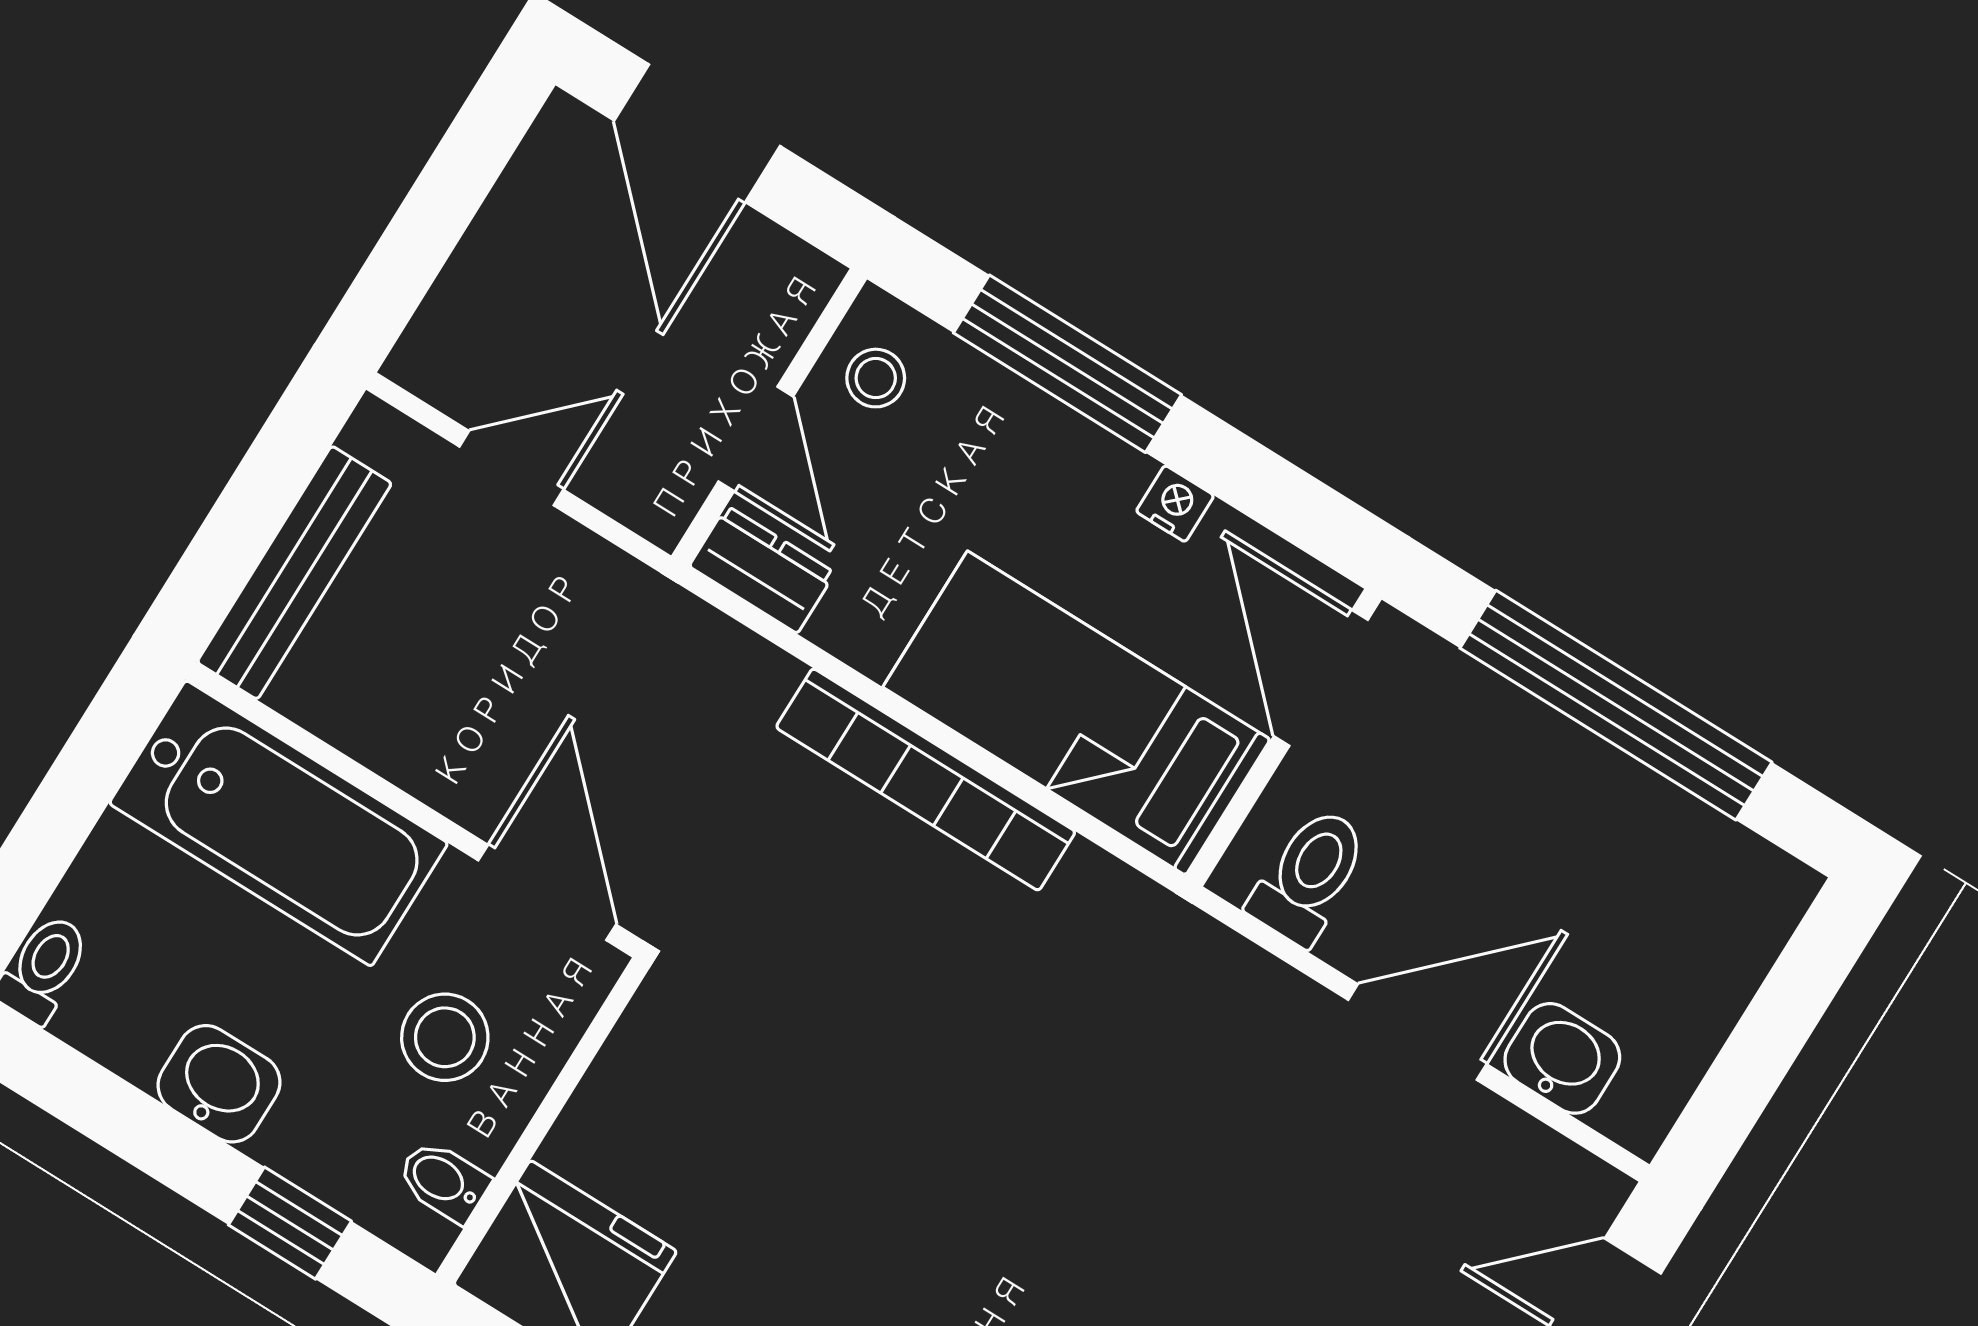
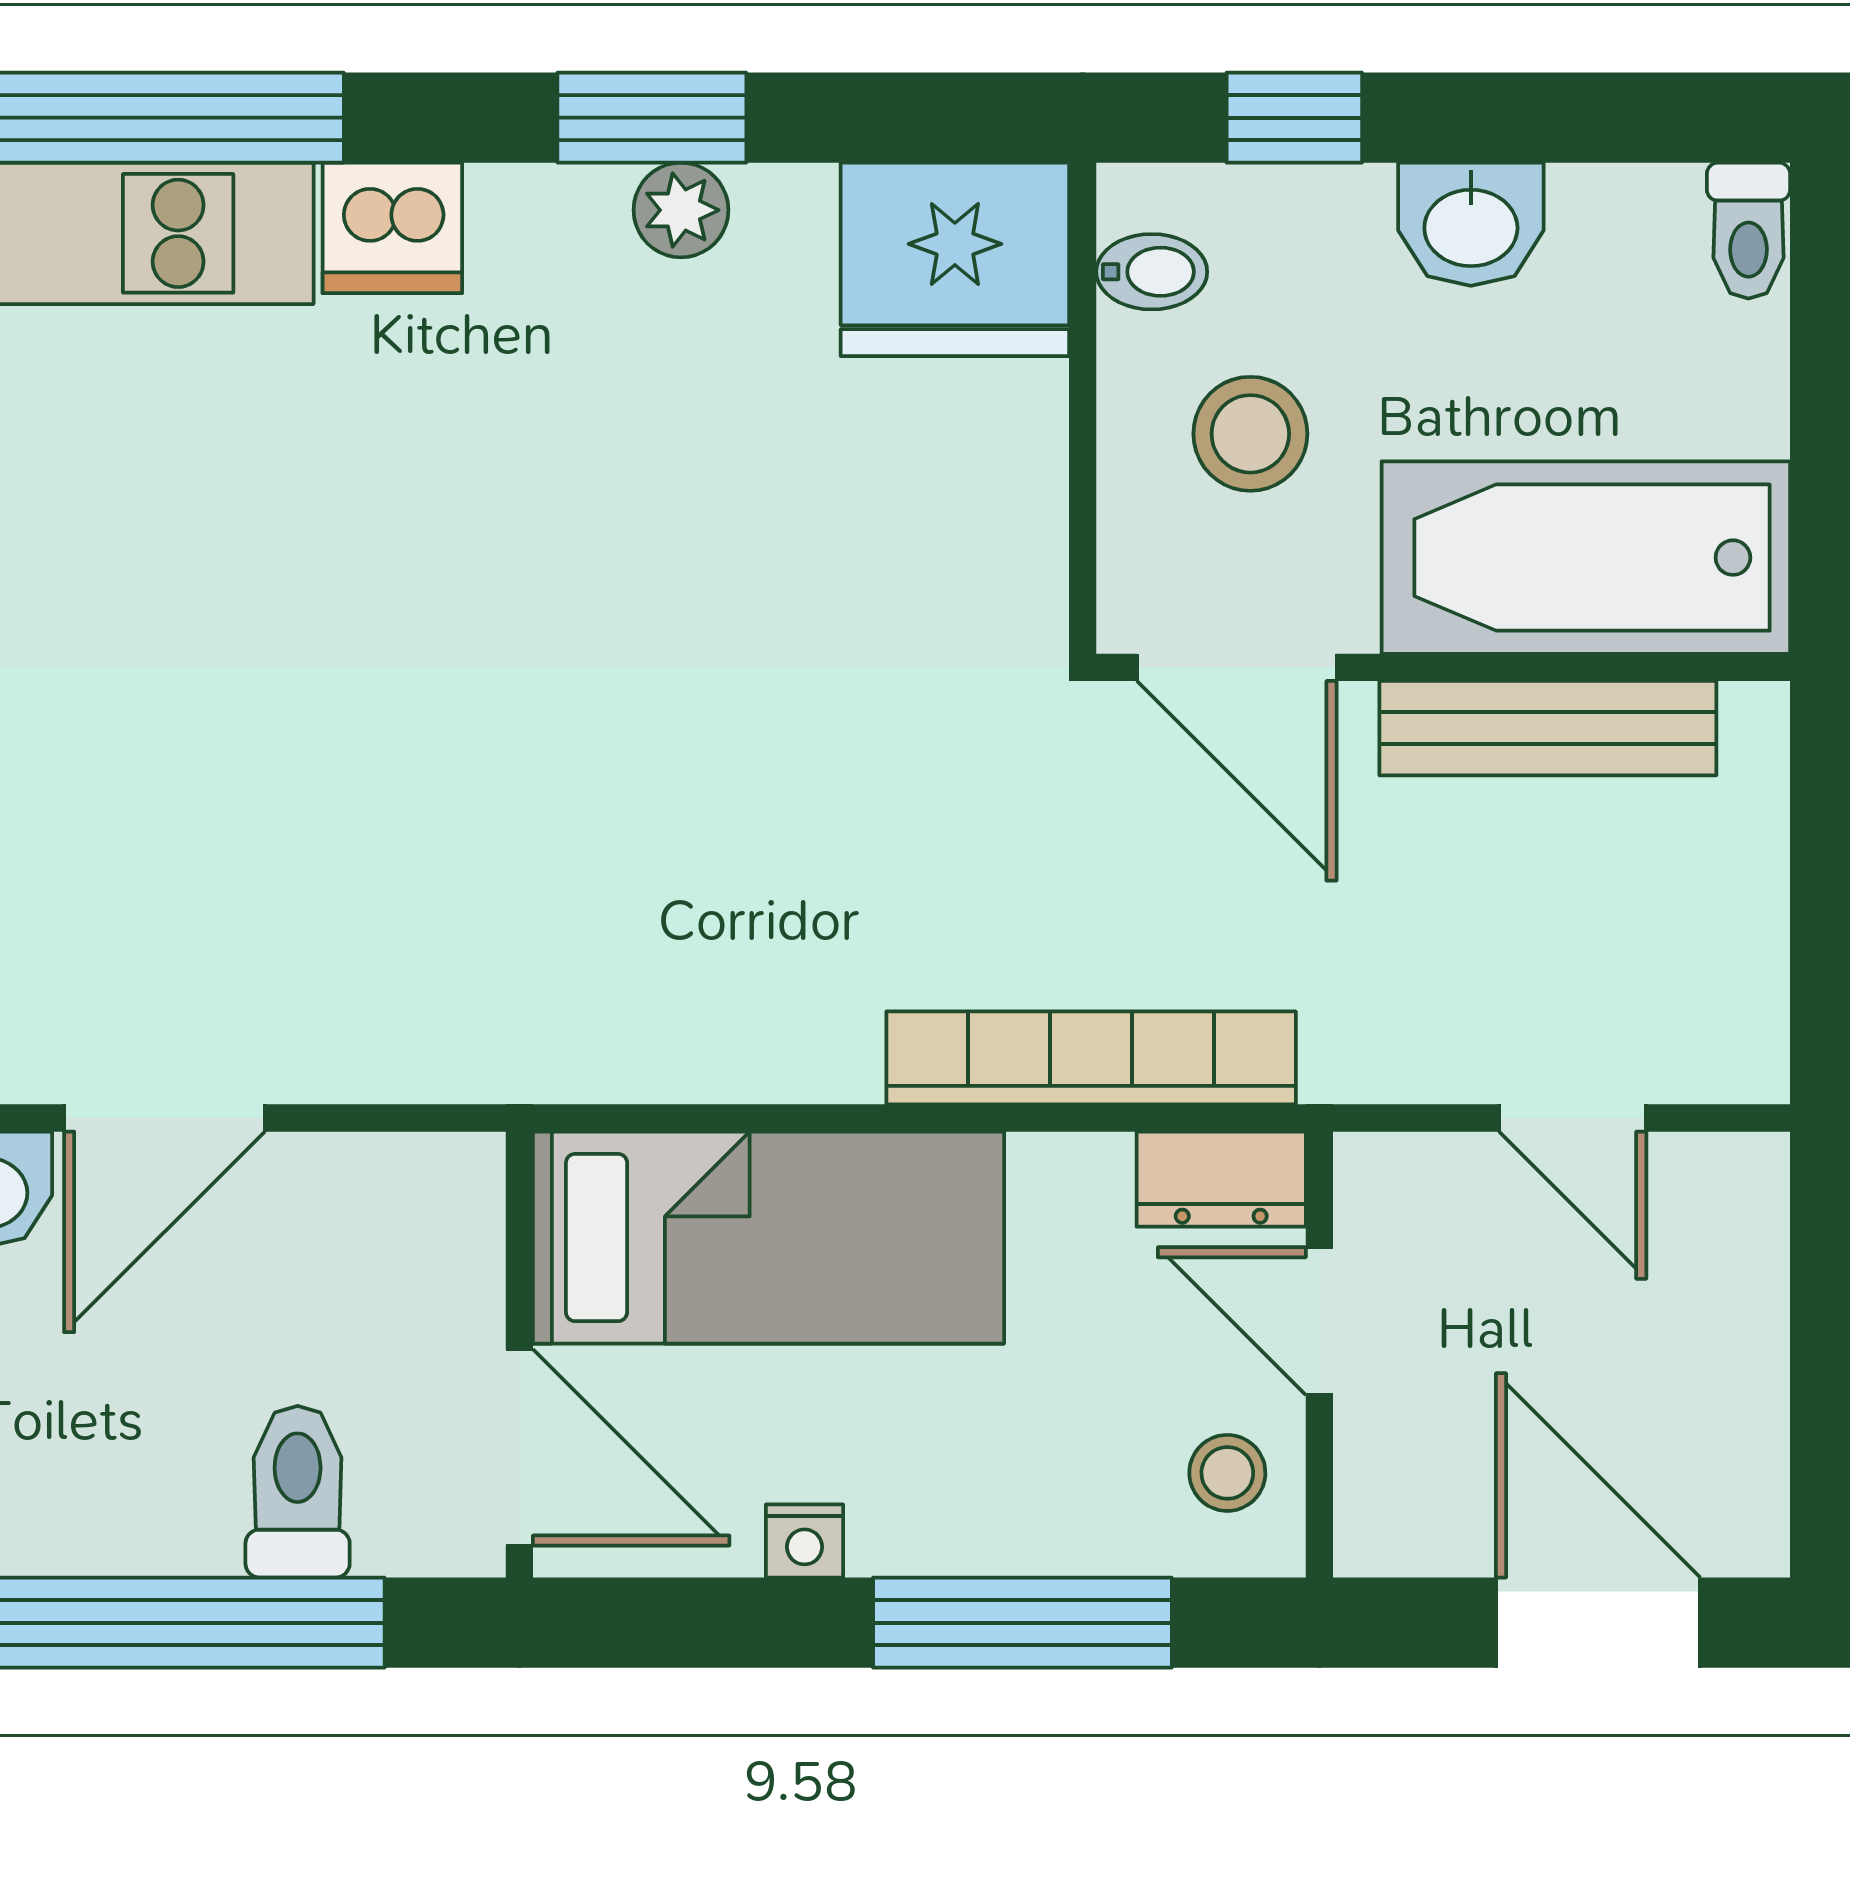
door: (511, 468) -> (1573, 1118), hinge flipped
bench: (294, 573) -> (1548, 728), moved, turned 90
bookcase: (926, 780) -> (1091, 1058), moved
toilet: (1309, 876) -> (298, 1492), moved, turned 180

